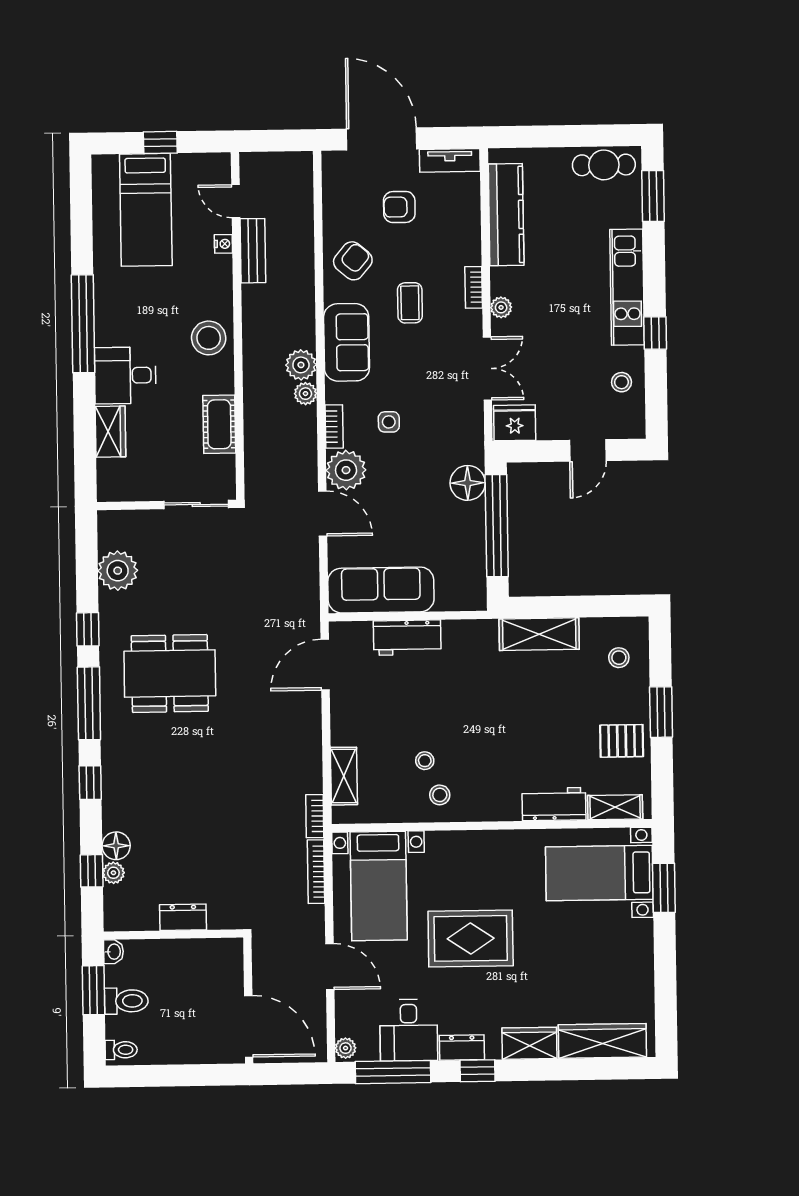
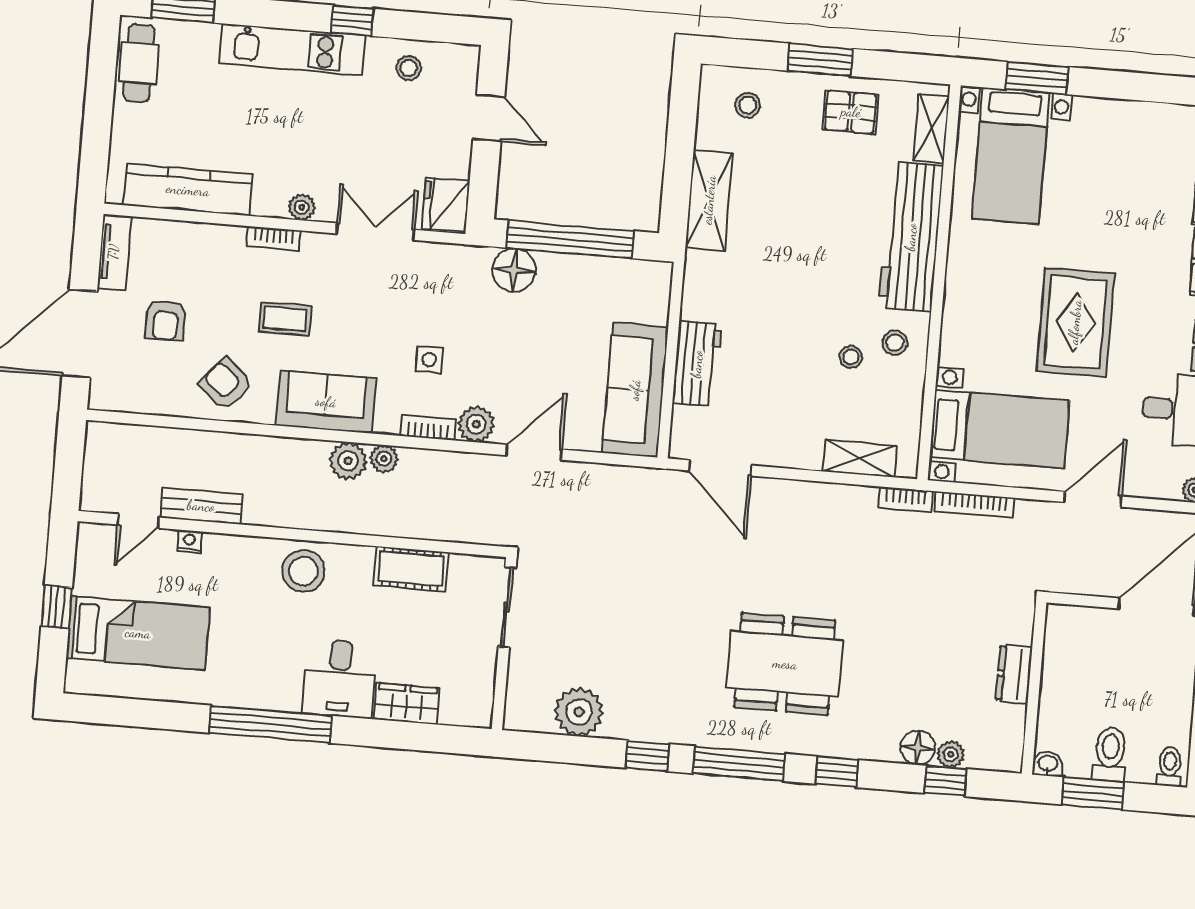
plant: (346, 470) -> (476, 424), width x0.73, depth x0.73
dining table: (170, 674) -> (785, 664), moved, turned 90
pallet: (622, 741) -> (851, 112), turned 90
workbench: (554, 804) -> (911, 237), width x1.87, depth x1.32

